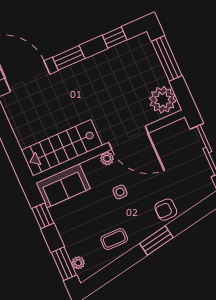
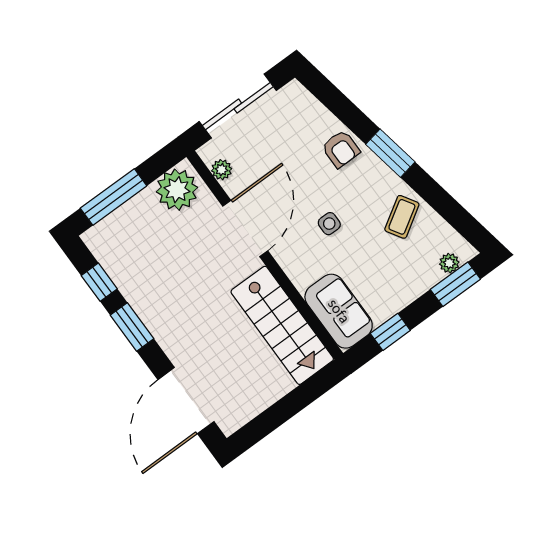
window: (69, 58) -> (132, 327), moved
plant: (107, 158) -> (222, 170), moved
coffee table: (114, 239) -> (402, 217), turned 58

